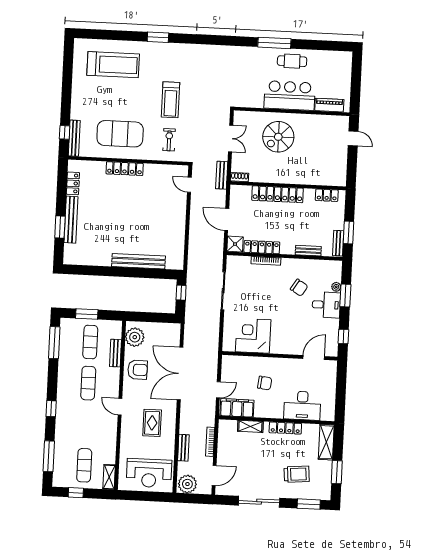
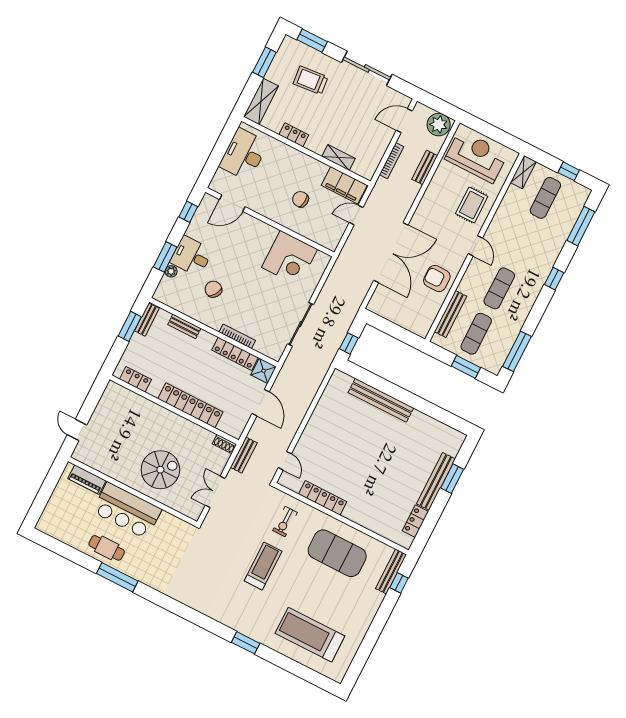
locker: (125, 169) -> (323, 498), moved
plant: (135, 337) -> (424, 317), removed
bench: (115, 353) -> (451, 314), width x1.36
desk: (302, 406) -> (244, 154), moved, turned -90
rug: (152, 423) -> (472, 205), moved
locker: (285, 428) -> (294, 135), width x0.66

